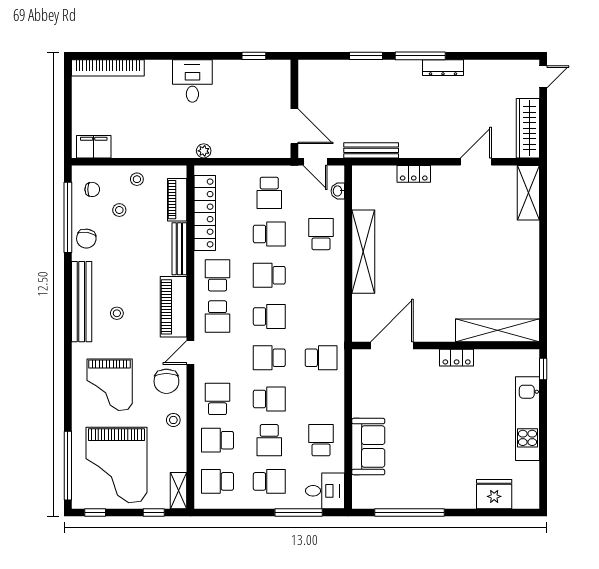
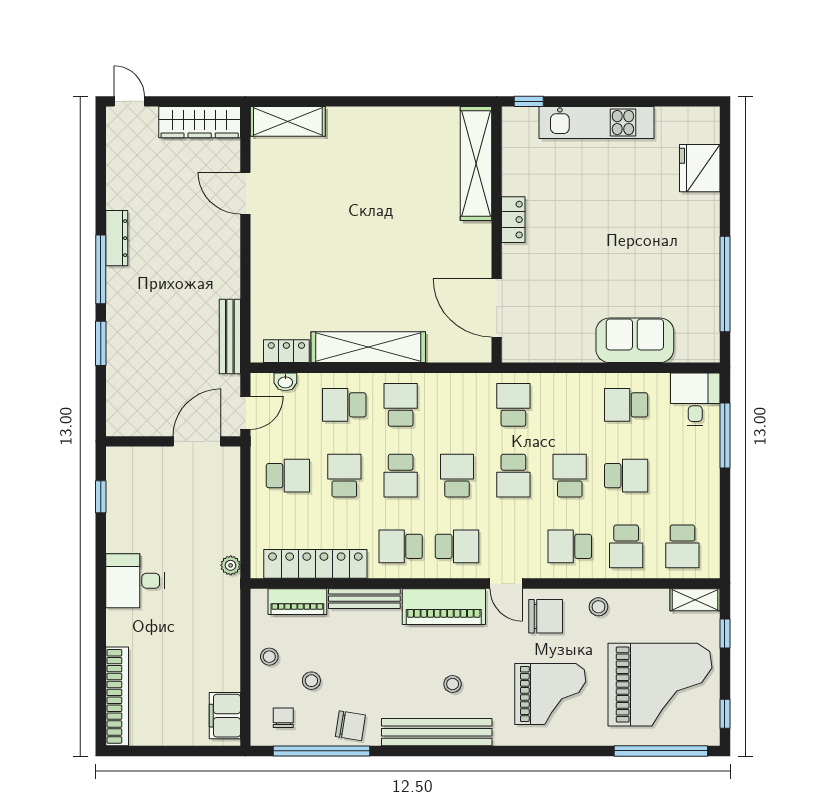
locker: (414, 174) -> (286, 351), moved, turned -90
school desk: (269, 481) -> (401, 405), moved

